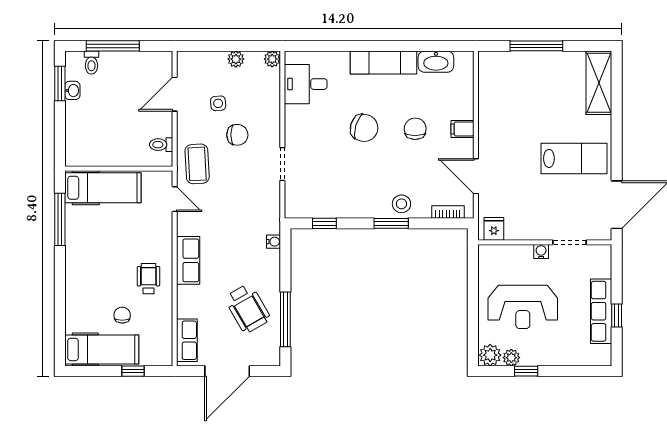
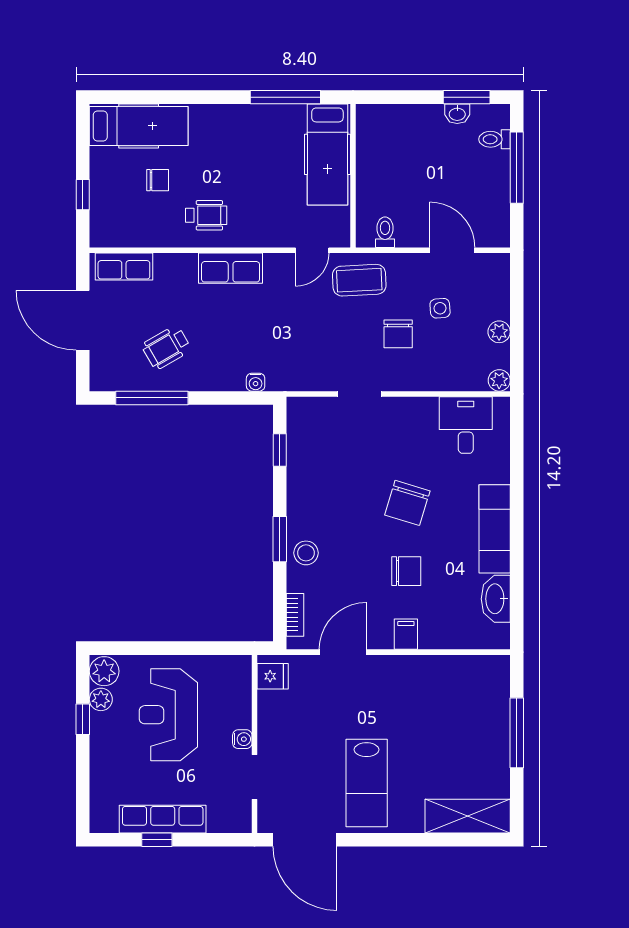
wheelchair: (247, 308) -> (166, 347), width x0.73, depth x0.73
hospital bed: (102, 349) -> (139, 126), moved, turned -90

